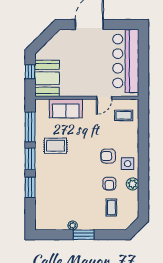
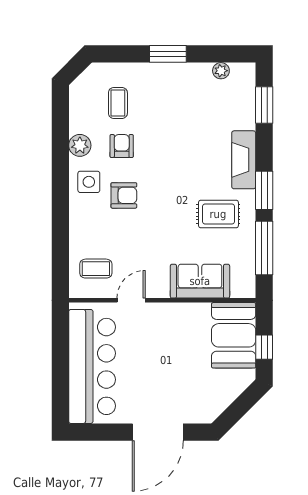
fireplace: (41, 176) -> (244, 160), added
window: (30, 187) -> (264, 105), moved
plant: (73, 225) -> (221, 71), moved

